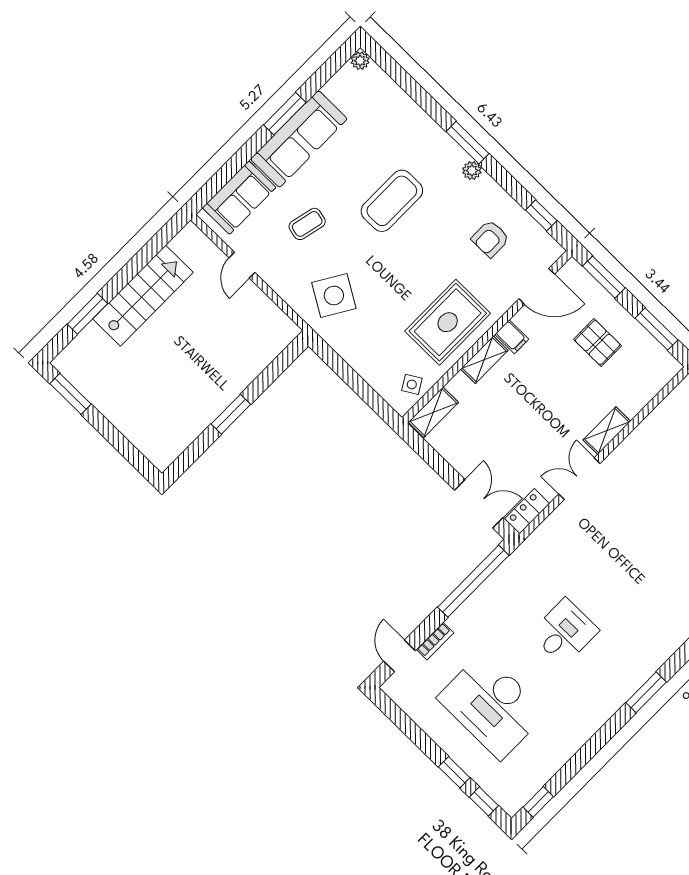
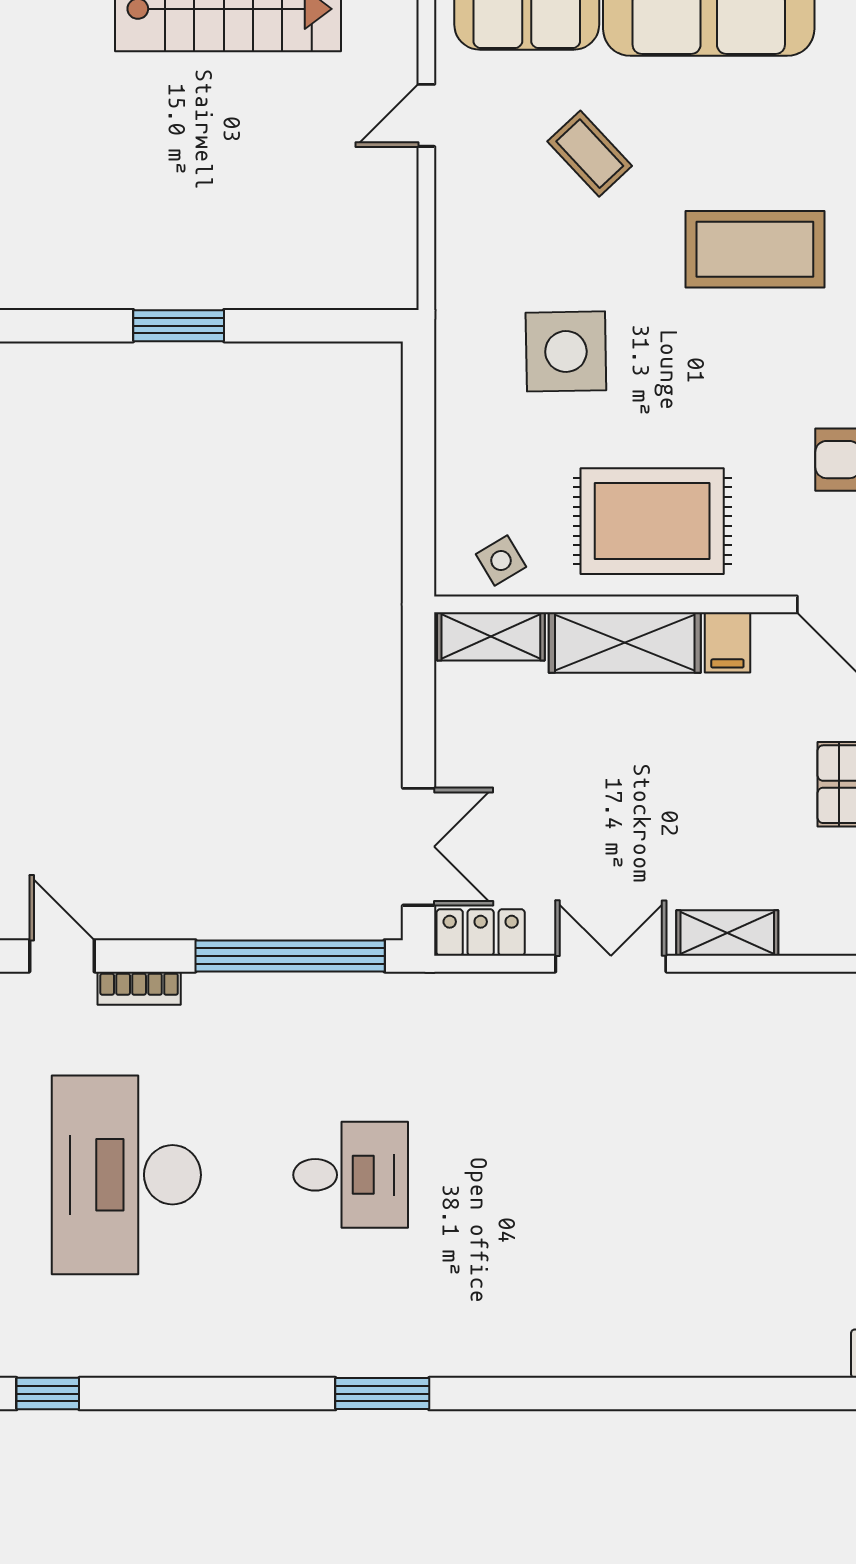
coffee table: (307, 224) -> (590, 154), turned 34
side table: (334, 295) -> (566, 351), moved, turned -32
shelving: (484, 360) -> (625, 643), width x1.50, depth x1.33
door: (400, 656) -> (62, 956), hinge flipped

